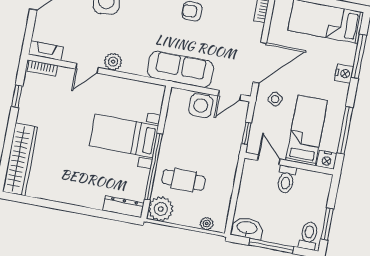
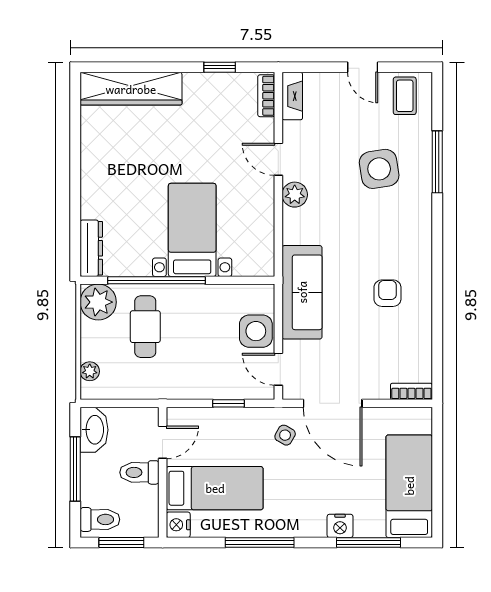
bed: (307, 130) -> (215, 488), moved
door: (269, 160) -> (163, 442), moved
nightstand: (327, 160) -> (178, 525), moved
wall: (289, 164) -> (163, 472), moved
toilet: (286, 179) -> (139, 472), moved

